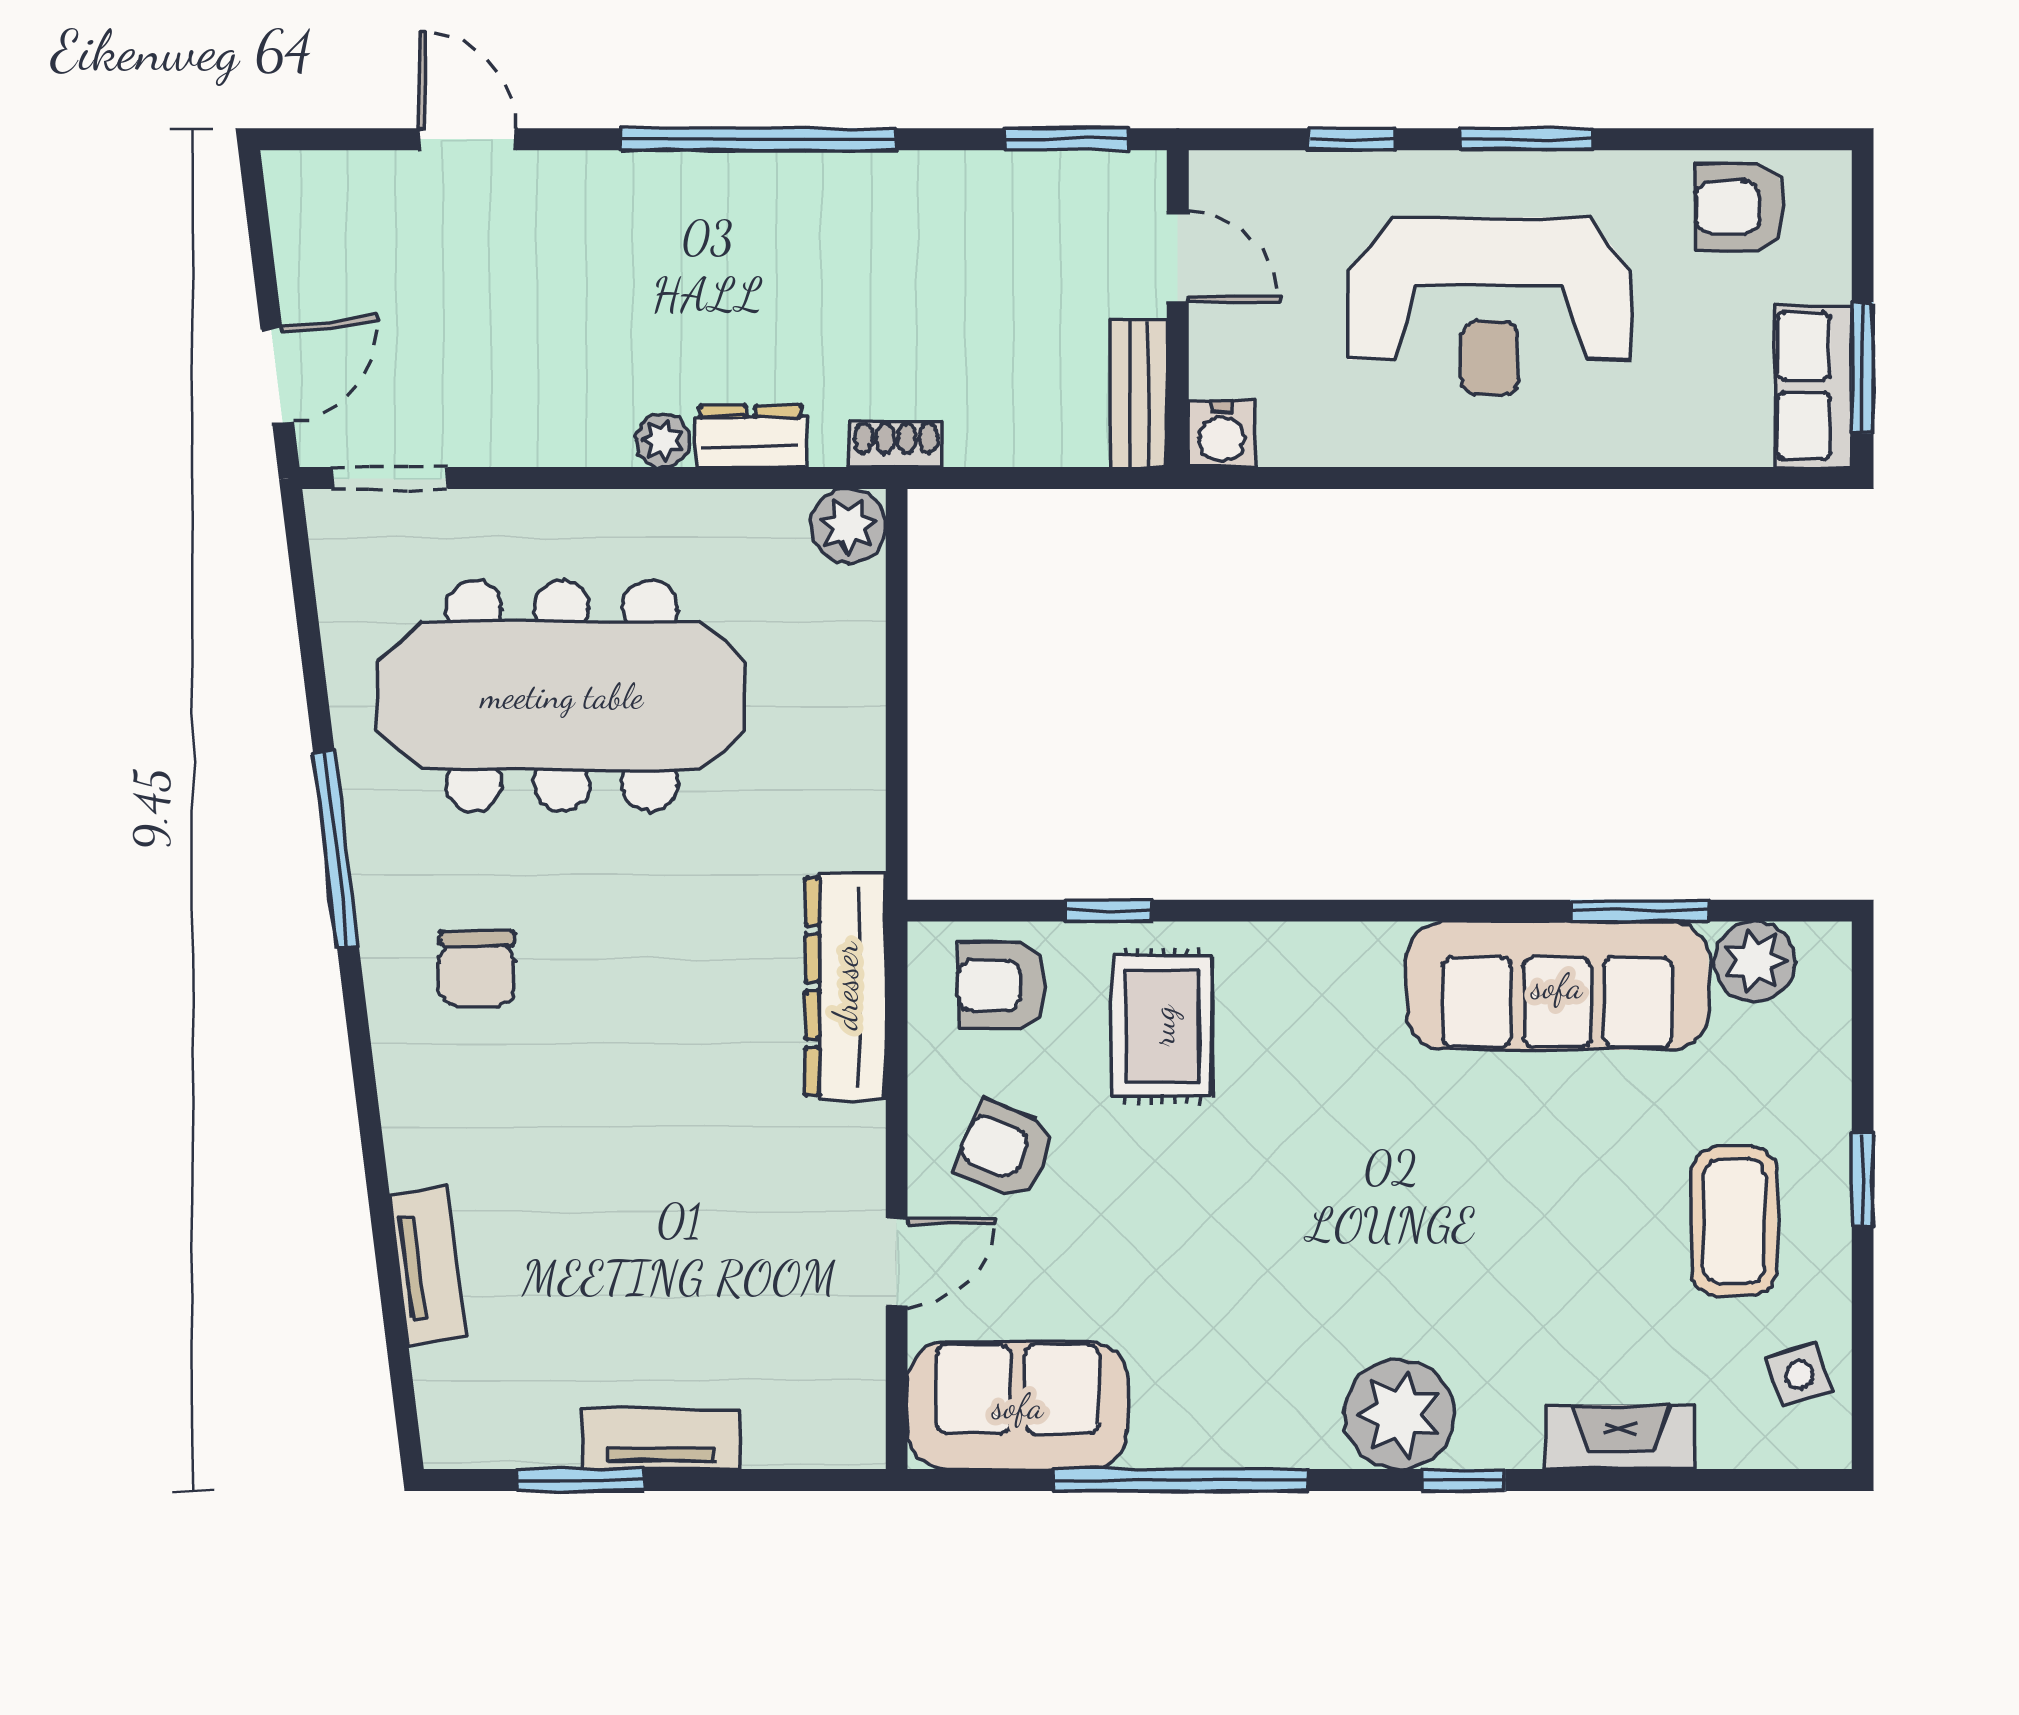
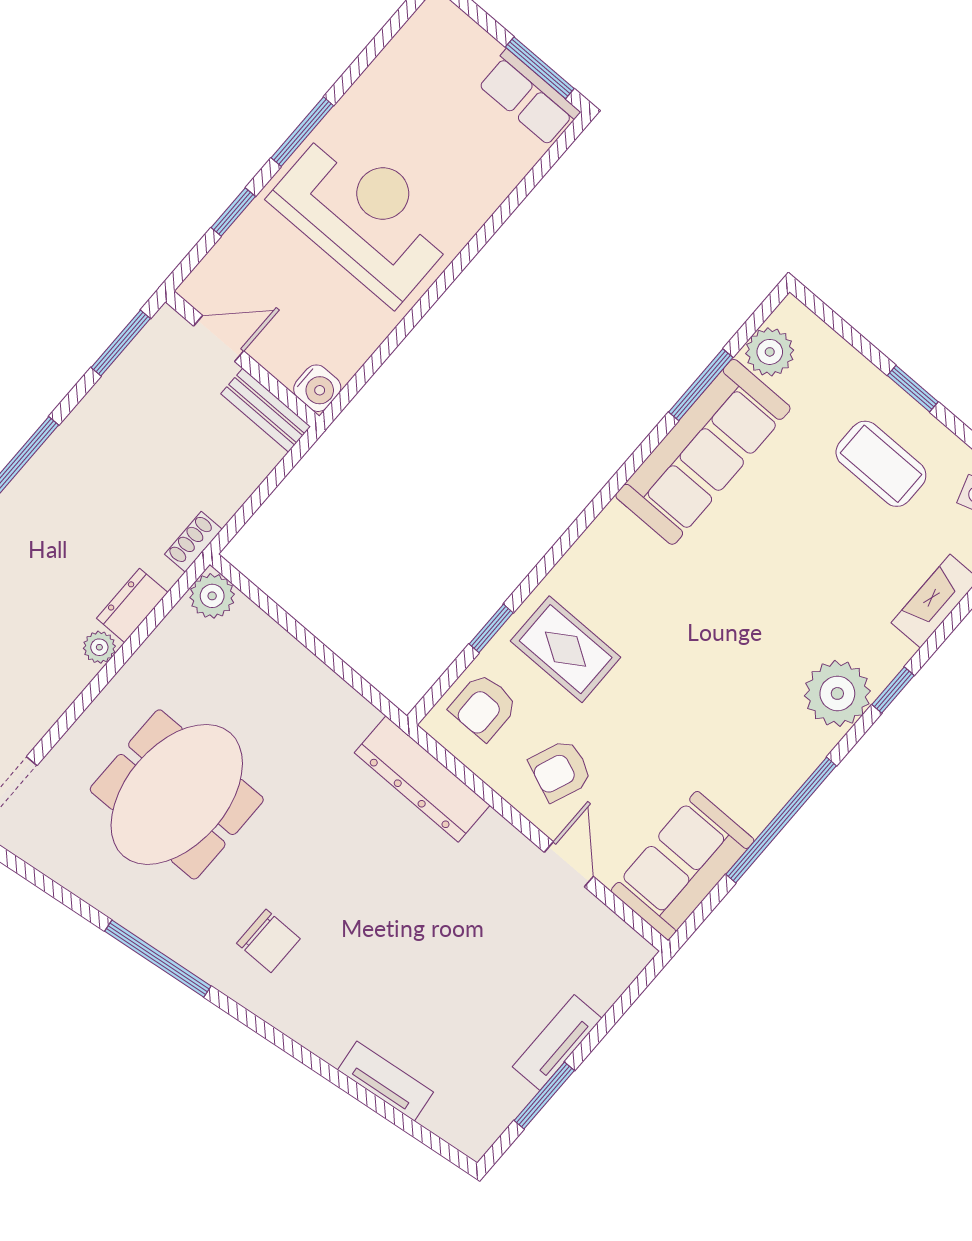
armchair: (1740, 207) -> (418, 61), removed
reception desk: (1490, 306) -> (364, 215), turned -90
meeting table: (562, 696) -> (177, 794), width x0.73

